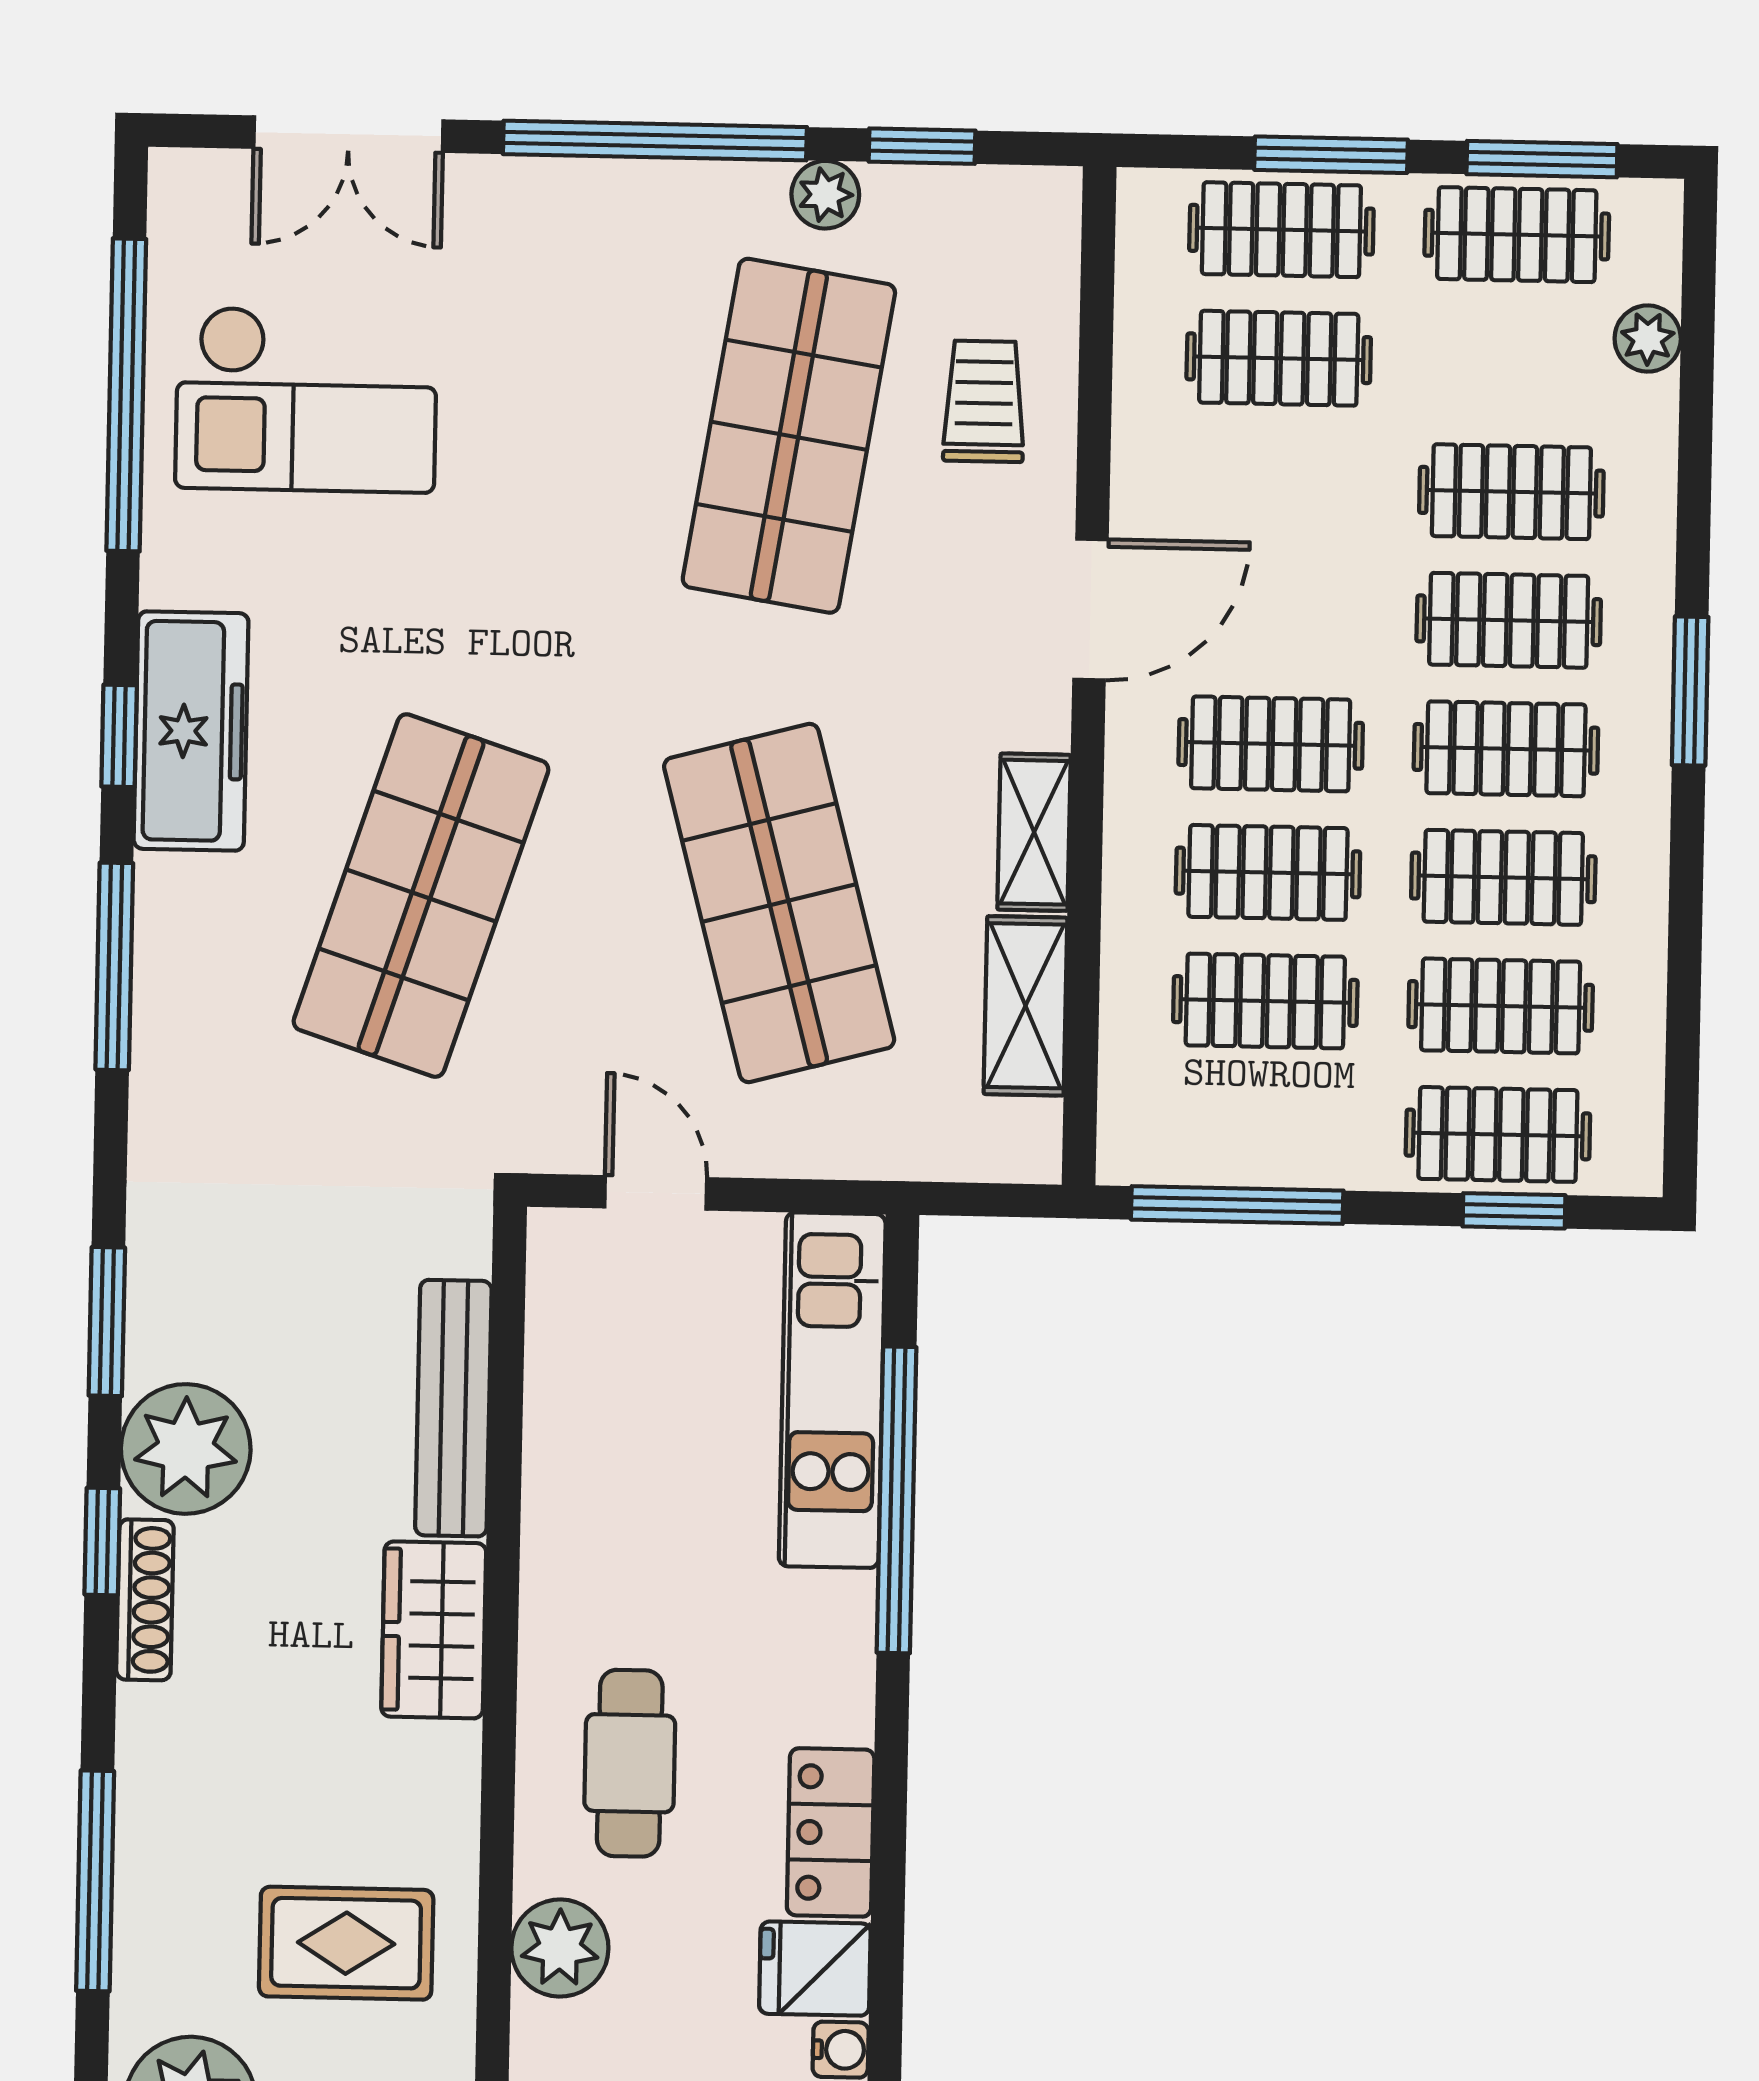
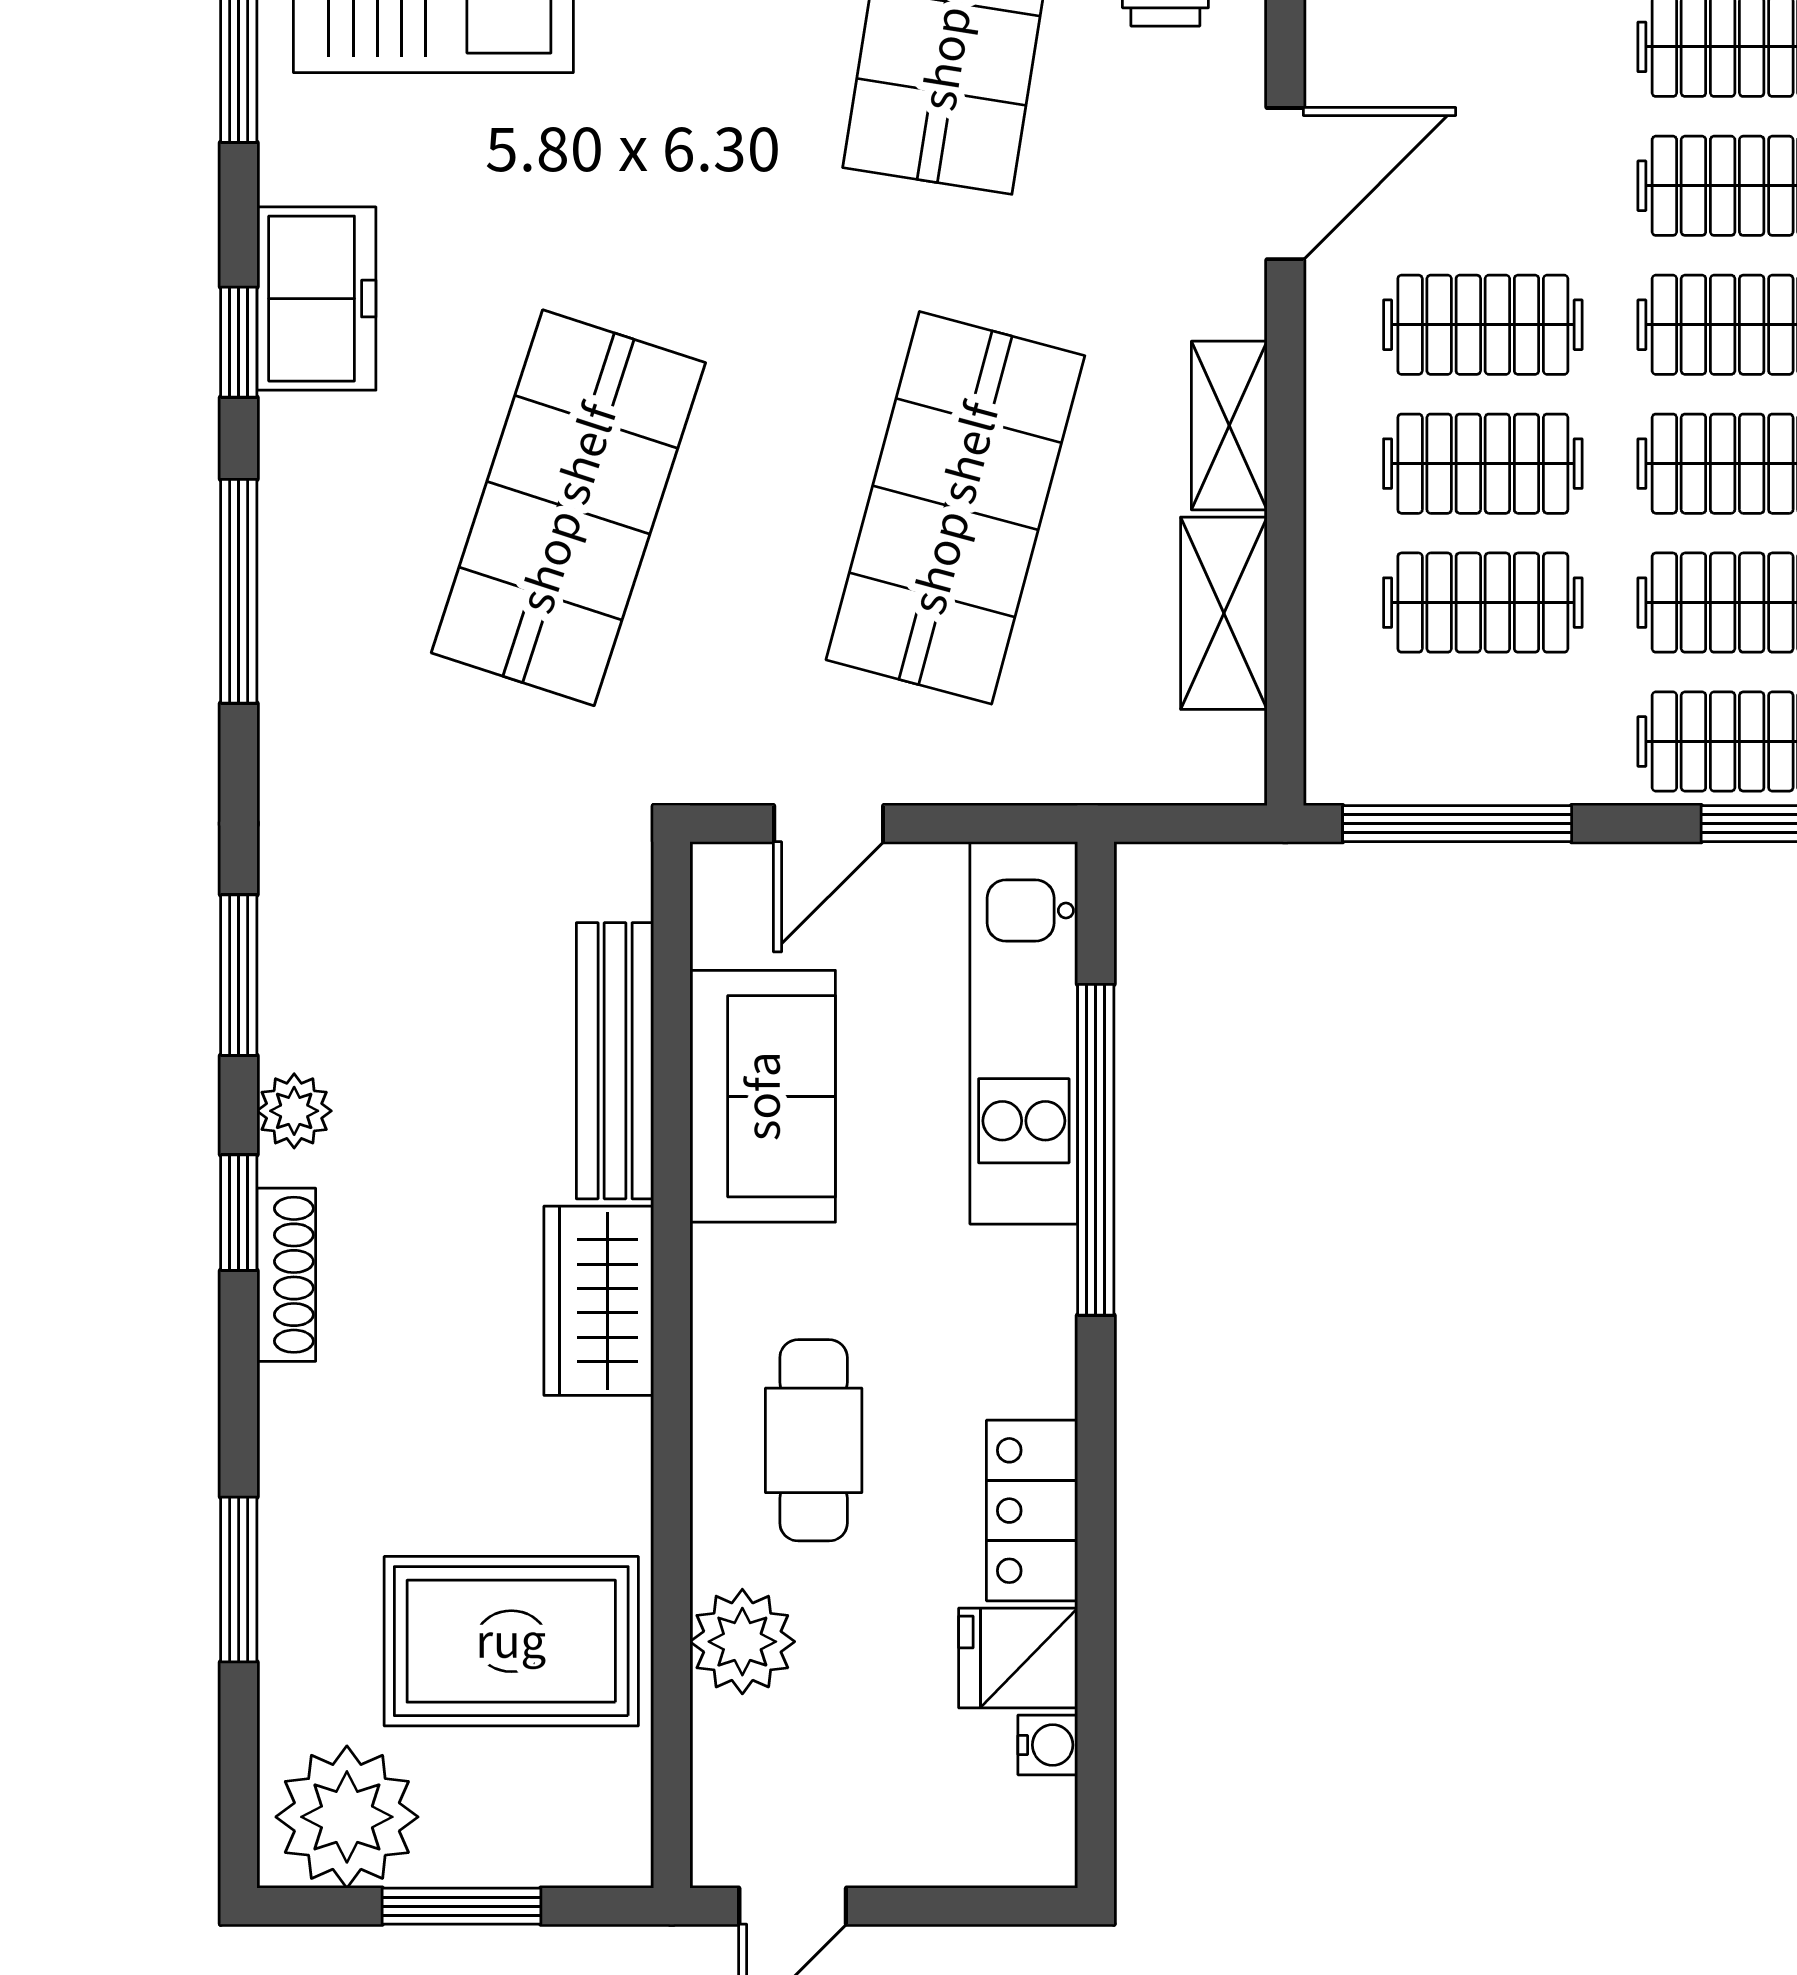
freezer: (191, 731) -> (316, 299), width x0.71
shop shelf: (779, 903) -> (955, 508), turned 30
door: (656, 1193) -> (829, 824), swing flipped
sofa: (589, 1444) -> (763, 1096), added
plant: (186, 1449) -> (294, 1111), width x0.53, depth x0.53
window: (95, 1881) -> (239, 1580), width x0.69
rug: (346, 1943) -> (511, 1641), width x1.36, depth x1.43

